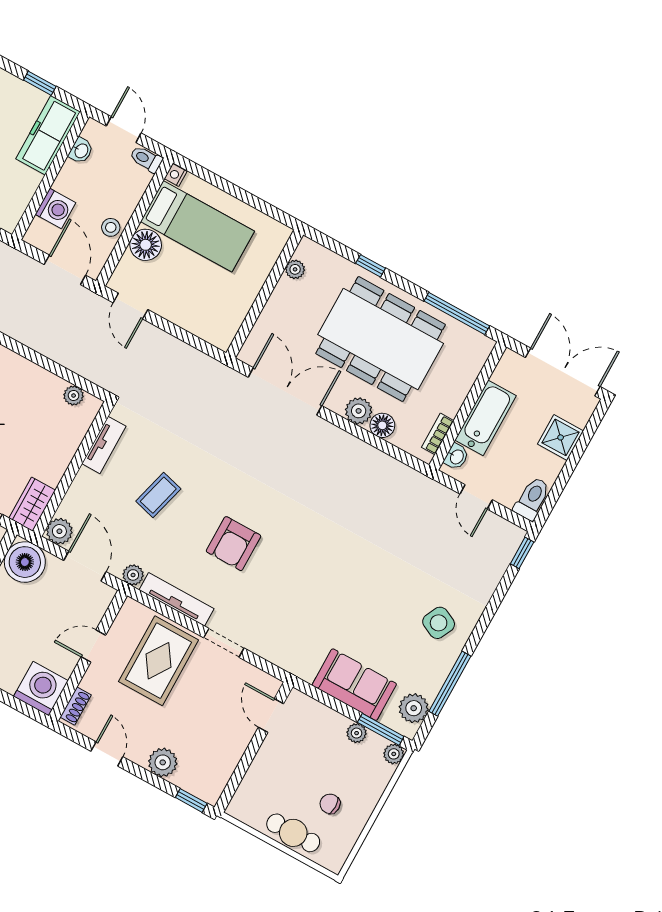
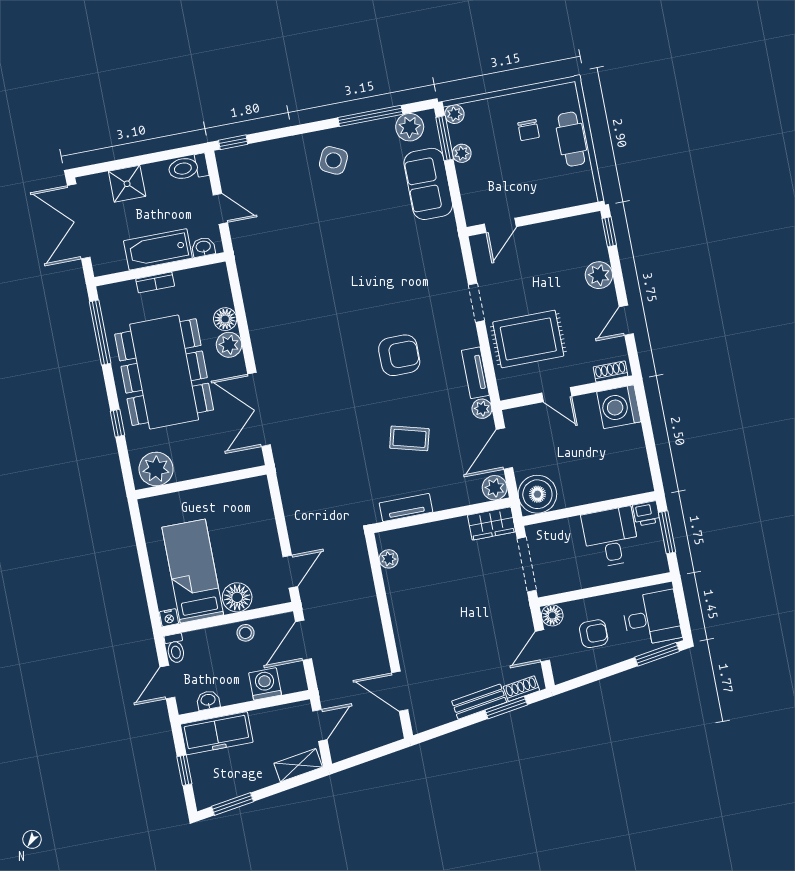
plant: (295, 269) -> (156, 469), width x1.88, depth x1.88
bookcase: (438, 434) -> (155, 282), moved
door: (476, 497) -> (220, 209), hinge flipped
tv unit: (177, 599) -> (475, 373), width x0.71

